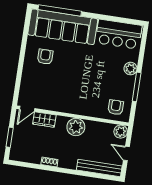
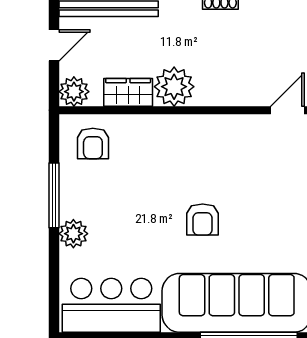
armchair: (45, 57) -> (203, 220), moved
wardrobe: (44, 120) -> (128, 92), moved
door: (126, 153) -> (54, 45), hinge flipped

